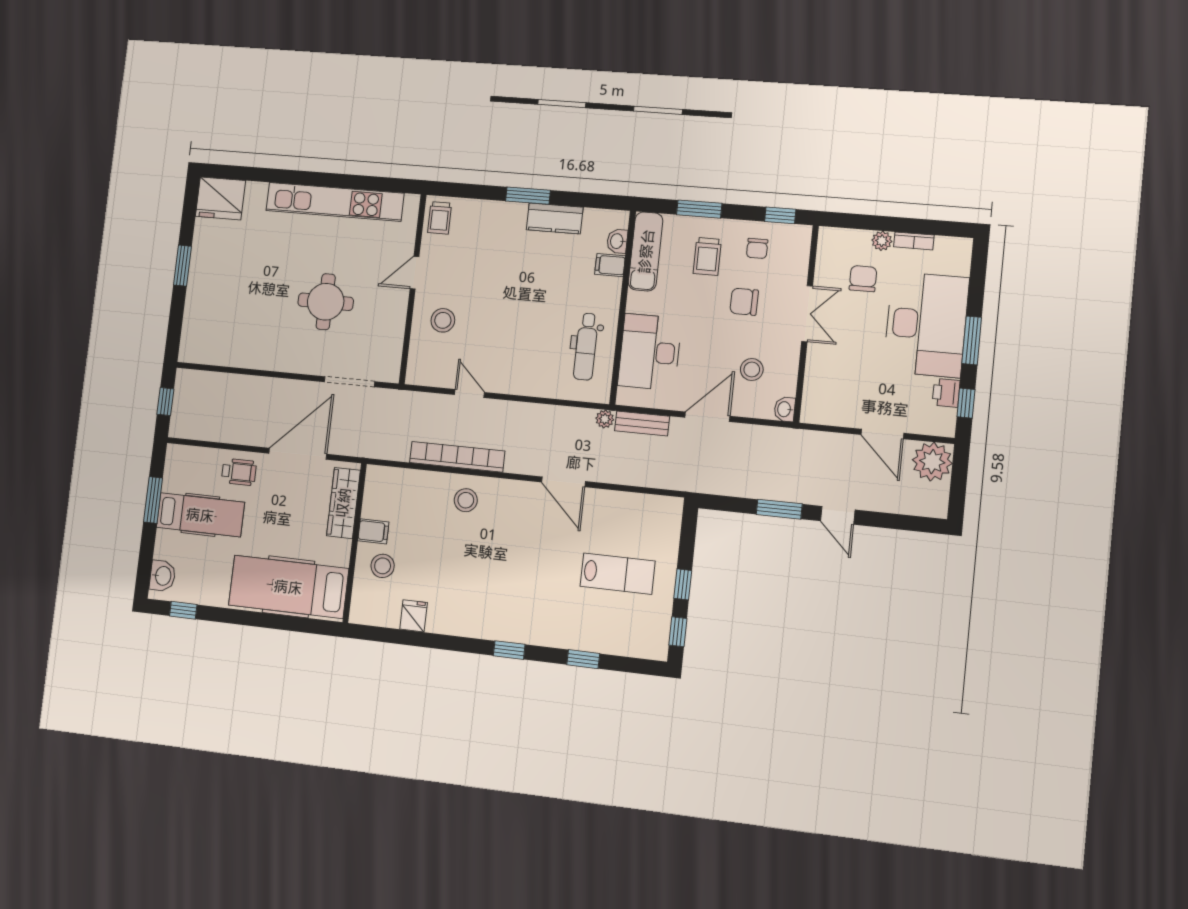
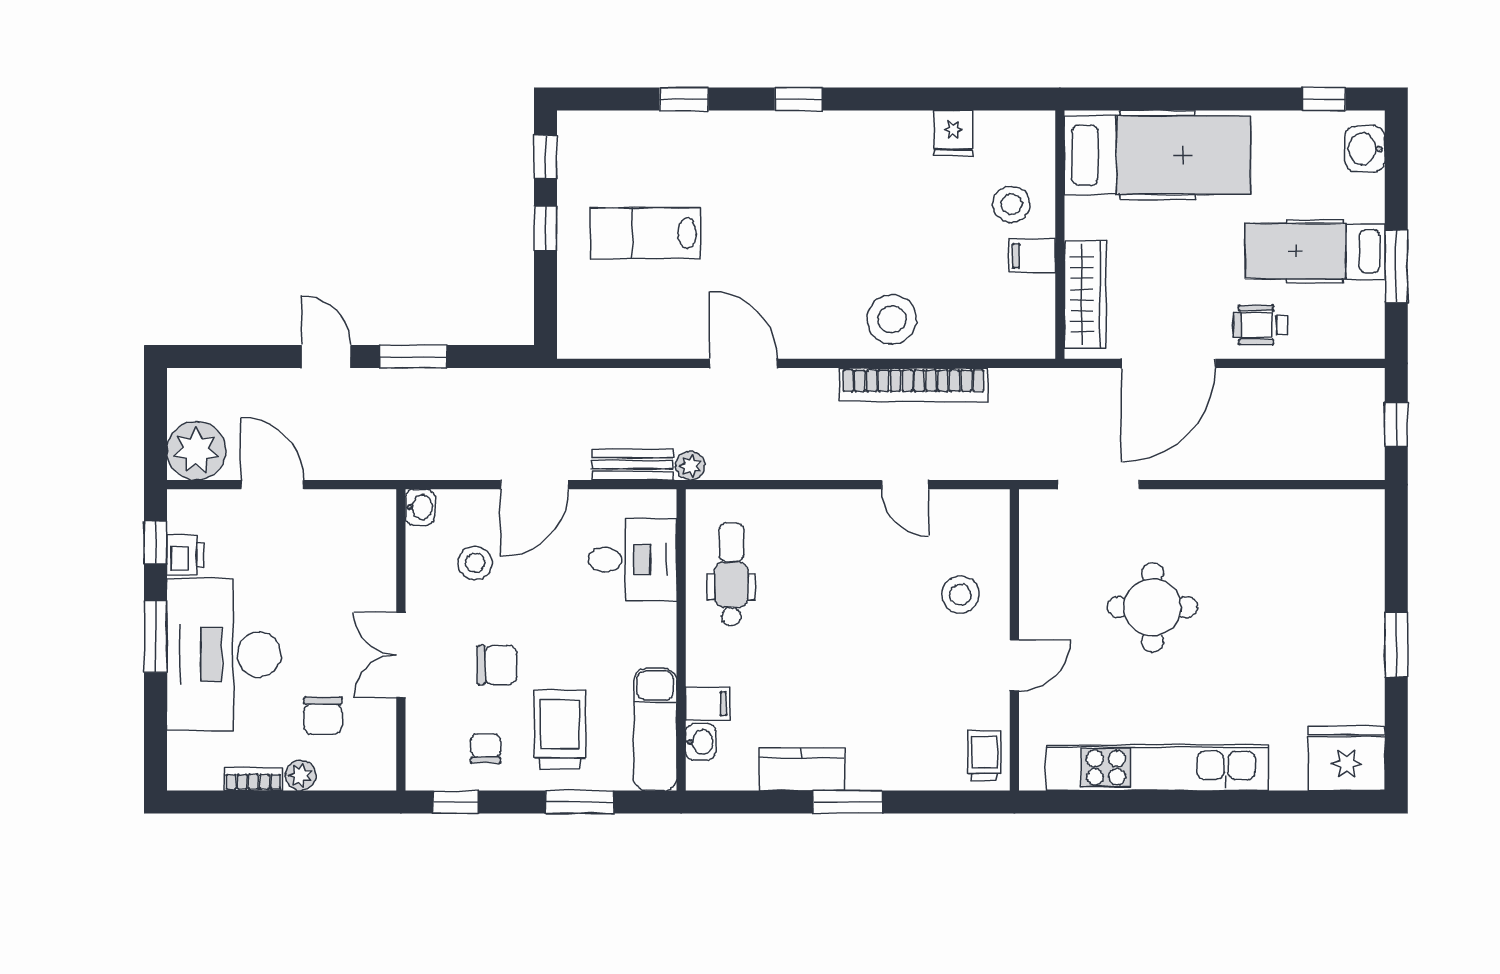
trolley: (707, 256) -> (560, 730), width x1.36, depth x1.39
desk: (650, 352) -> (632, 560), width x0.73
stool: (466, 500) -> (892, 319), width x1.38, depth x1.38

